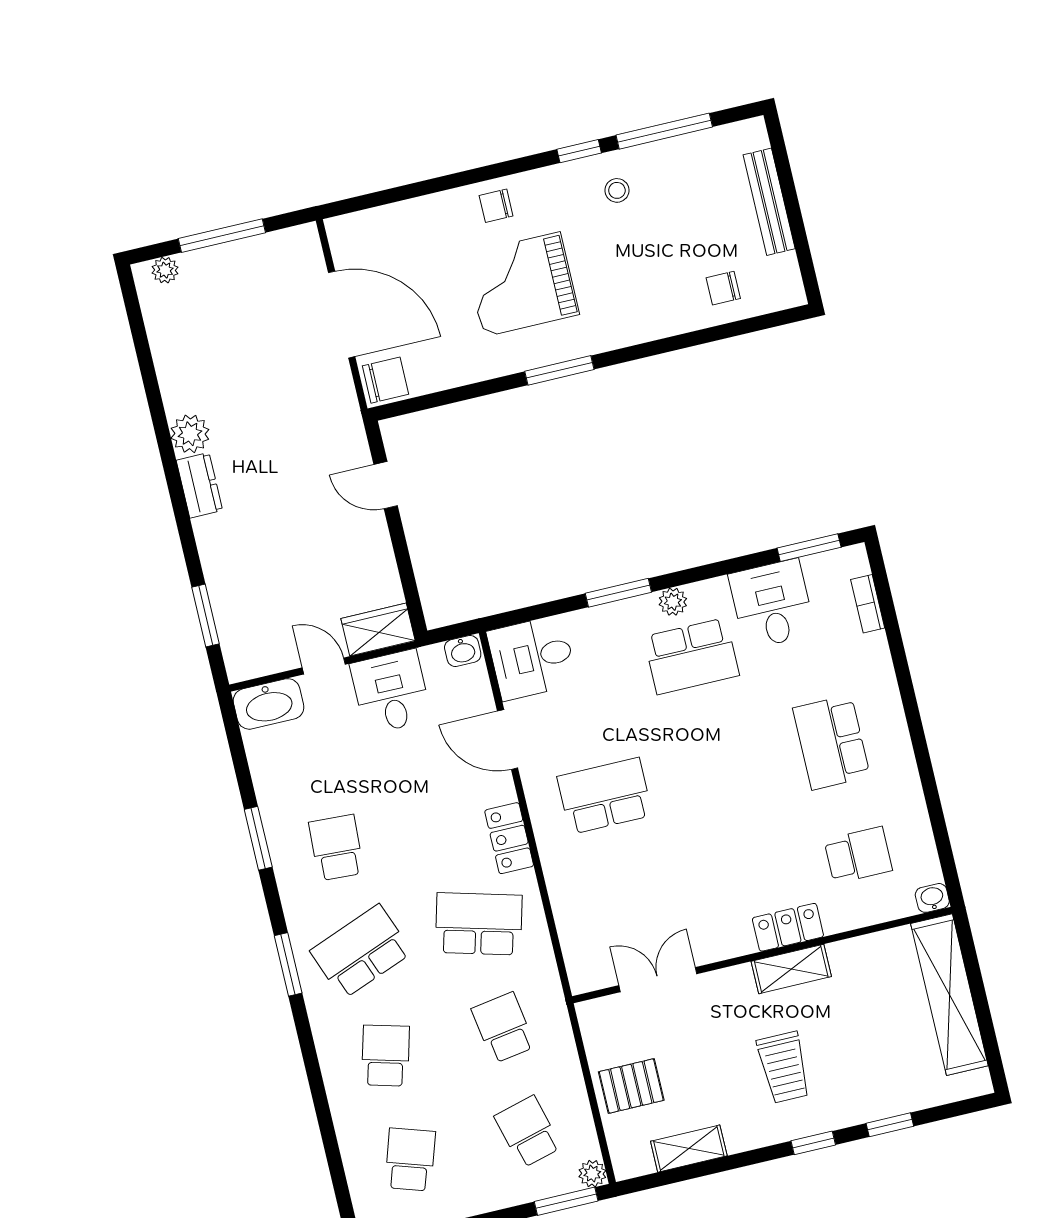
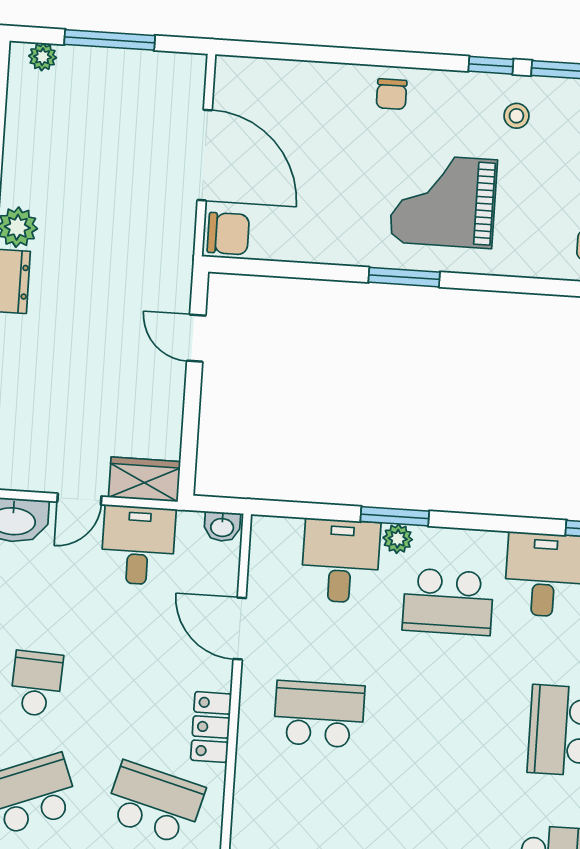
chair: (496, 206) -> (392, 94), turned -90
grand piano: (522, 284) -> (443, 201), moved
plant: (673, 602) -> (398, 539), moved
desk: (532, 658) -> (341, 561), moved, turned 90
door: (324, 666) -> (79, 499), swing flipped

